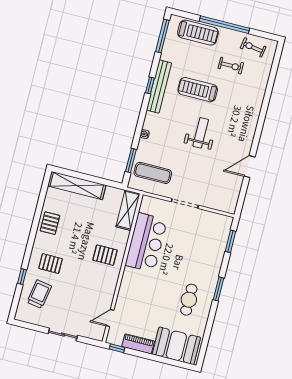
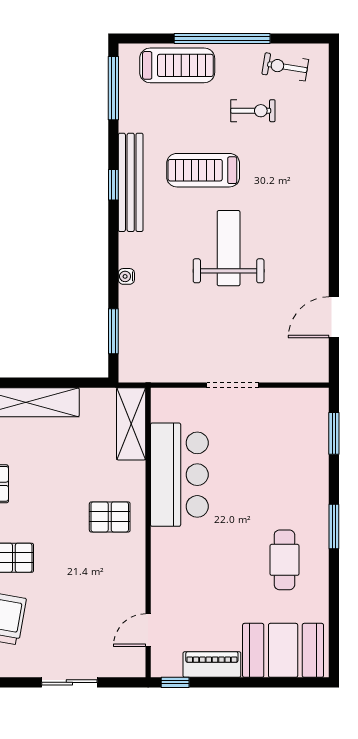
weight bench: (201, 133) -> (229, 248), width x1.36, depth x1.33
door: (249, 167) -> (334, 317), moved
exercise mat: (153, 173) -> (159, 344), removed

